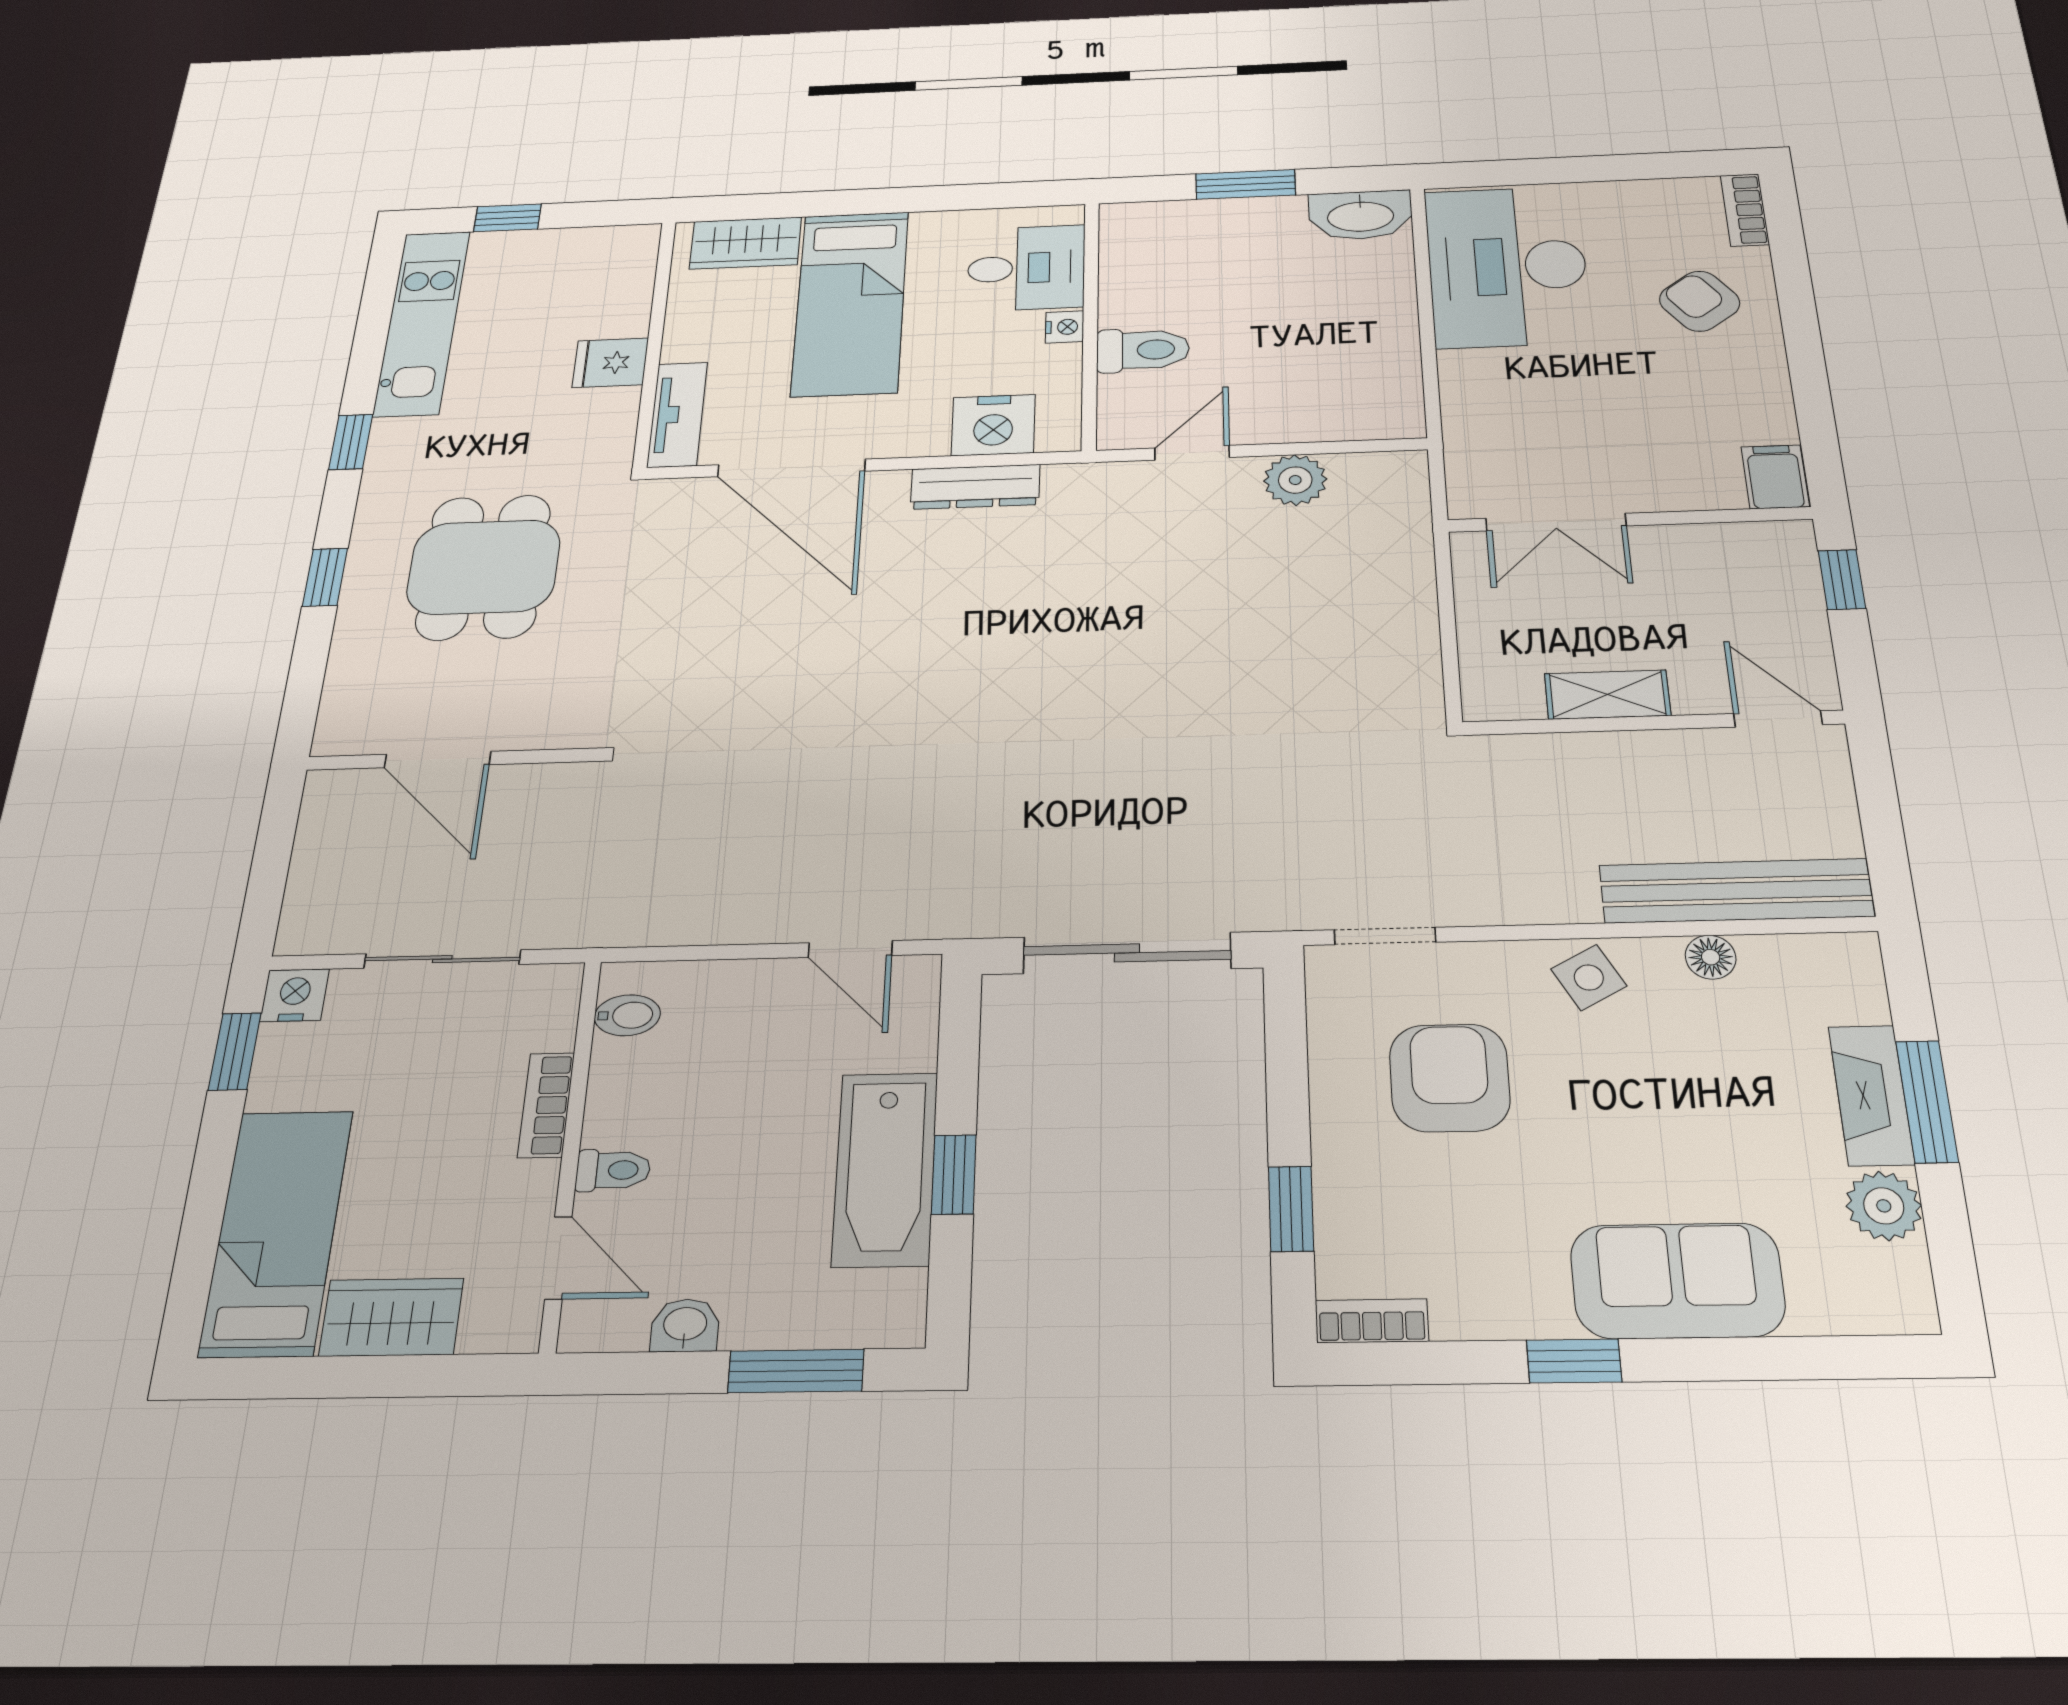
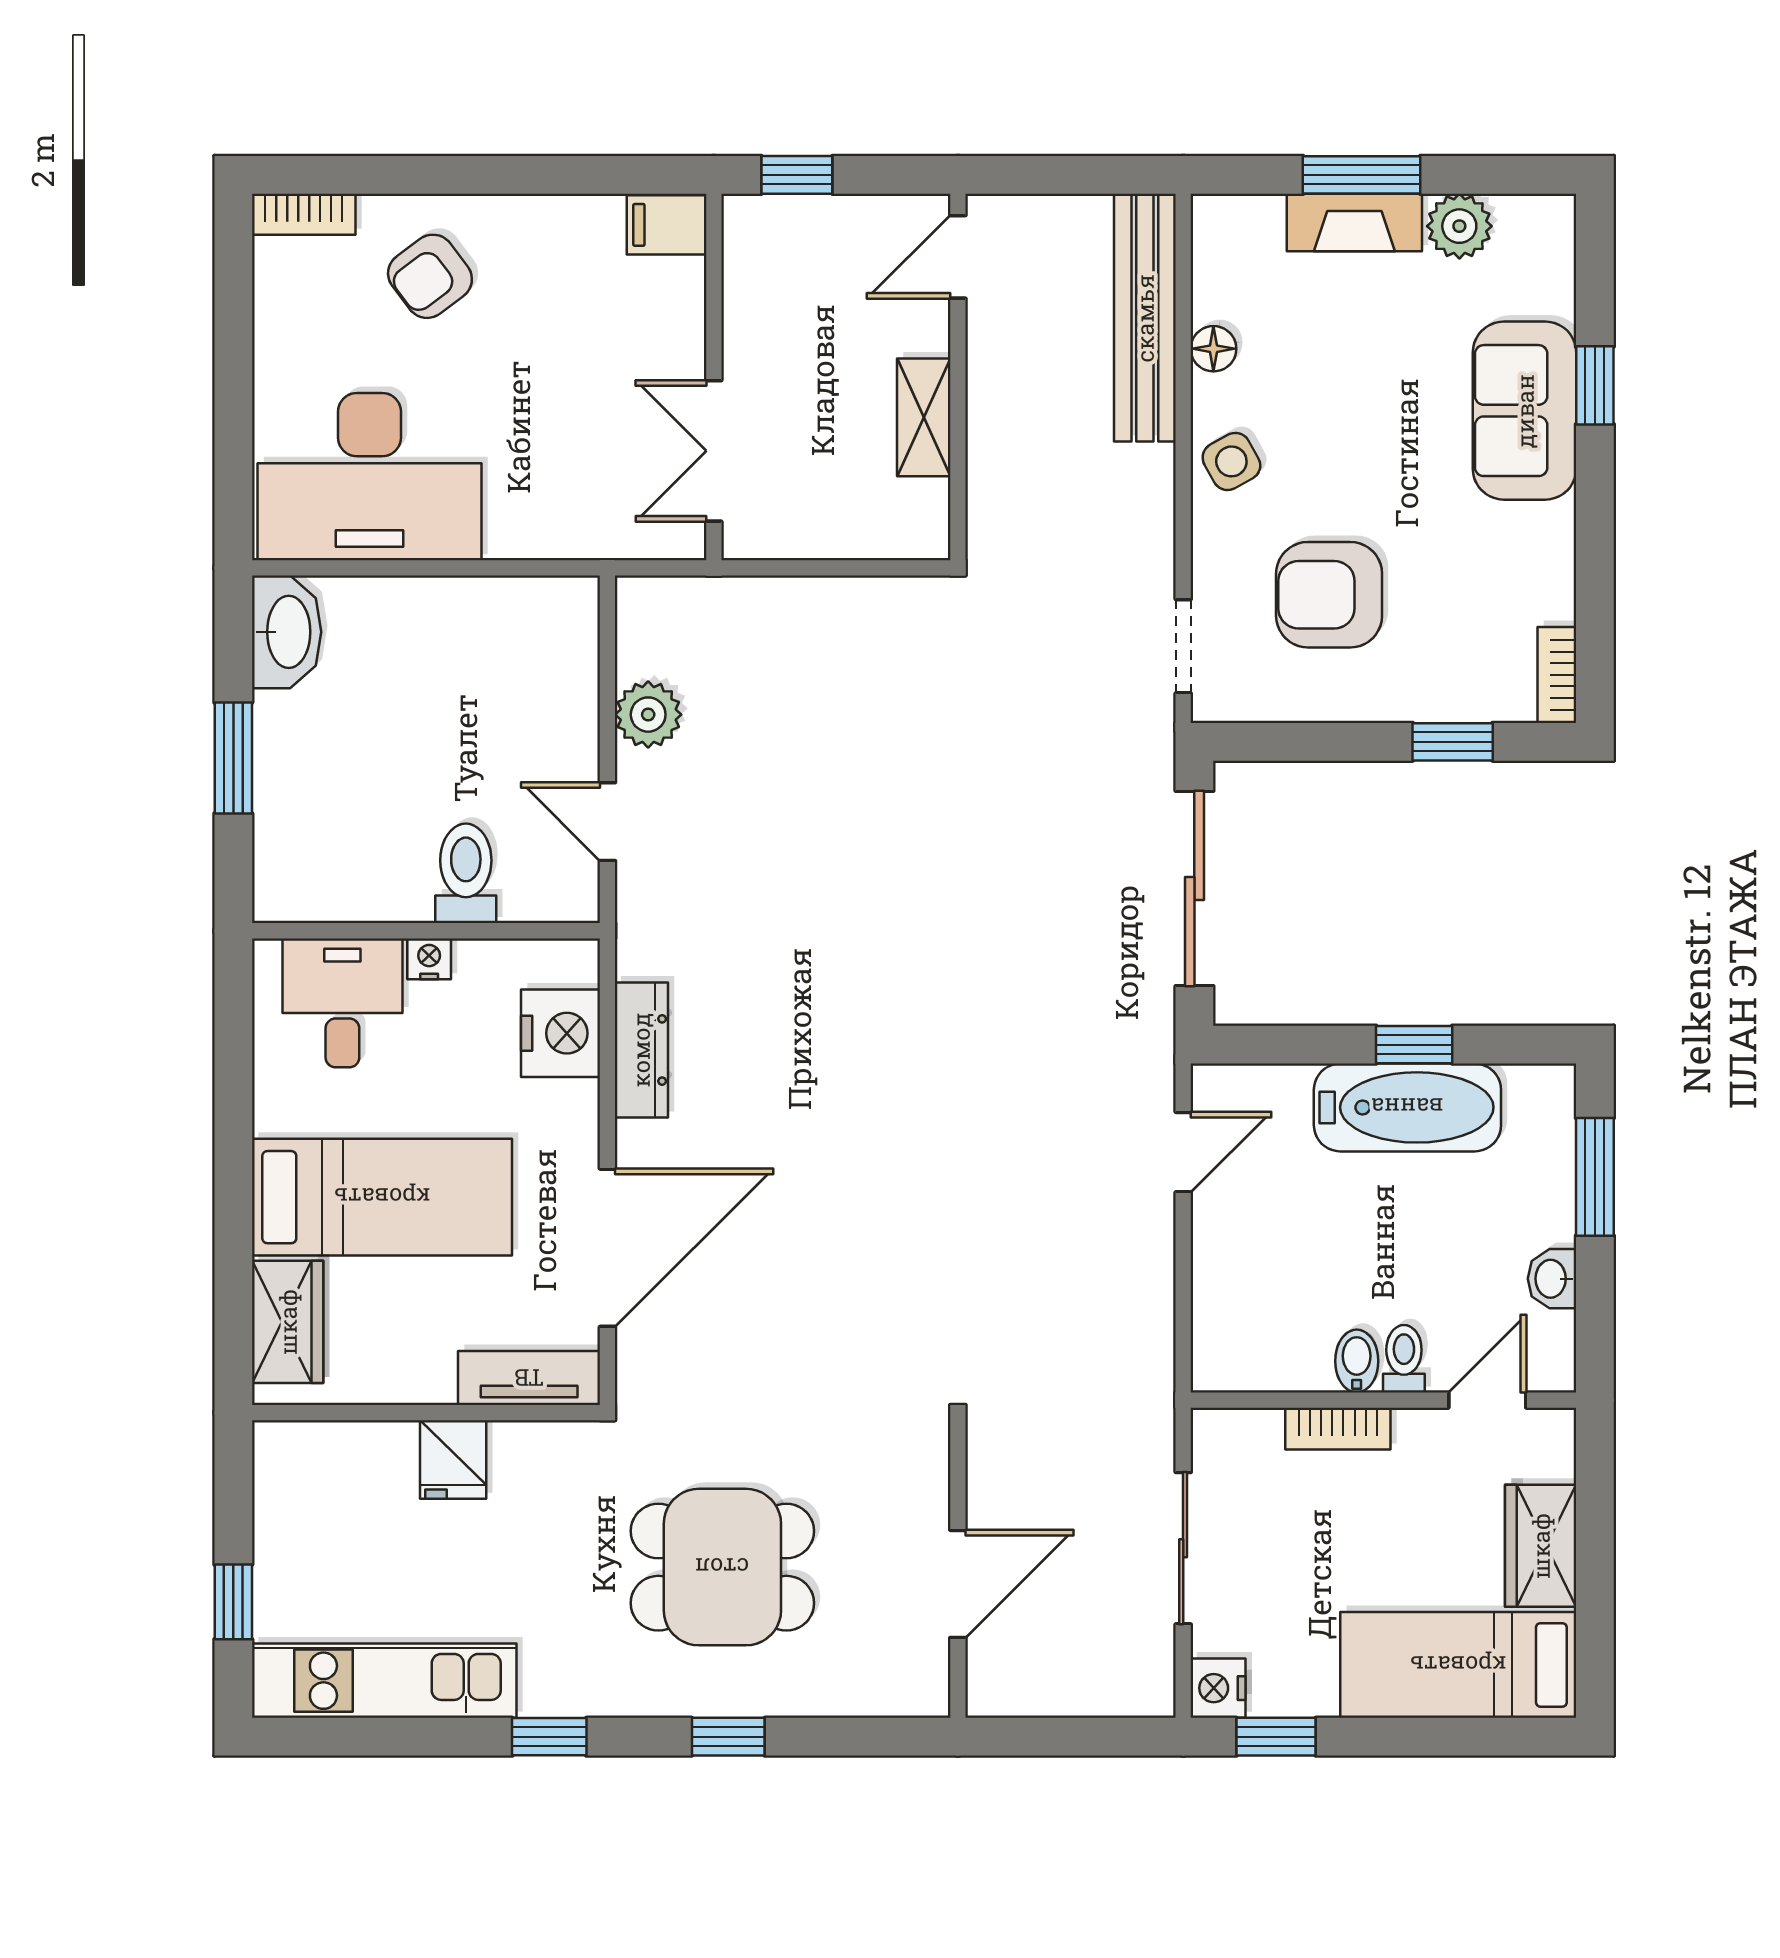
double door: (1556, 522) -> (714, 451), swing flipped
bidet: (627, 1015) -> (1357, 1361), moved
window: (1574, 1361) -> (1595, 385), moved

